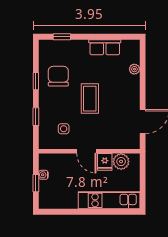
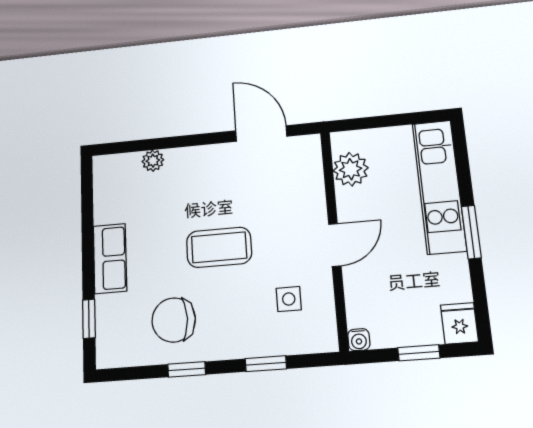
row of seats: (105, 47) -> (110, 258), moved
fridge: (105, 162) -> (459, 323), moved, turned -90
water cooler: (43, 175) -> (359, 340), moved
window: (87, 212) -> (471, 232), added

